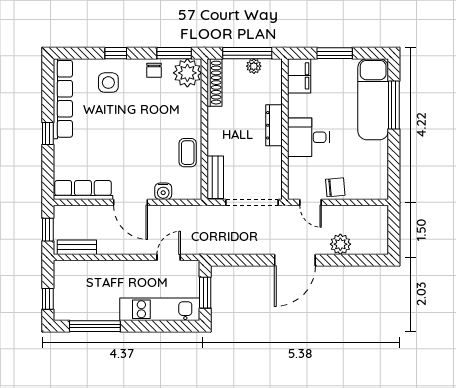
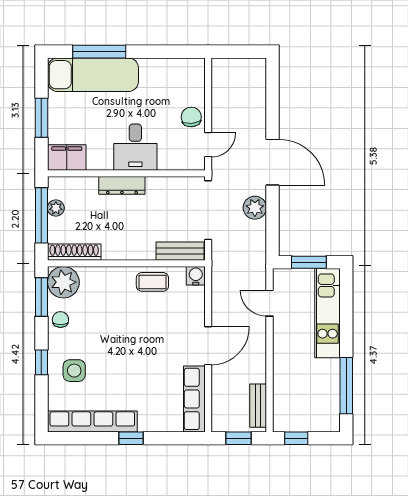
chair: (154, 70) -> (60, 320), turned -90
water cooler: (163, 191) -> (196, 276), moved, turned -90
plant: (340, 244) -> (255, 208), moved
window: (48, 299) -> (296, 438), moved

